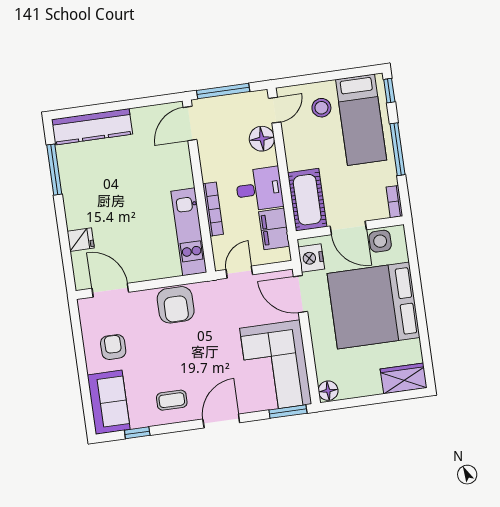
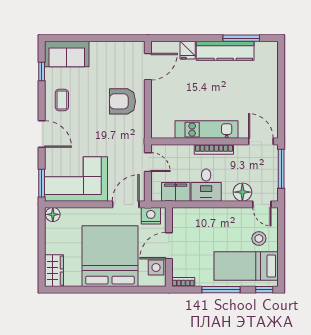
kitchen counter: (92, 127) -> (225, 51), moved, turned -90
cot: (307, 200) -> (194, 219), removed
bookcase: (213, 209) -> (214, 149), moved
kitchen unit: (189, 232) -> (207, 130), moved
armchair: (176, 305) -> (123, 101), moved
armchair: (113, 347) -> (106, 63), removed

